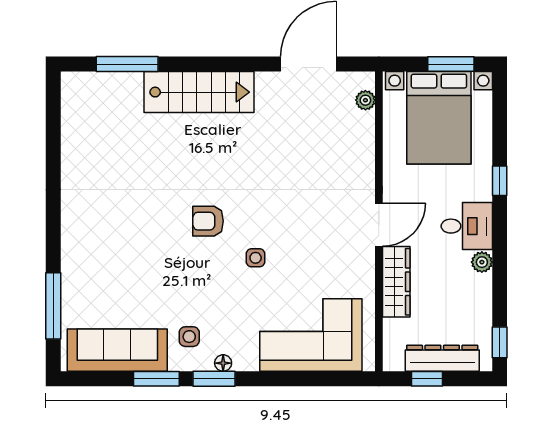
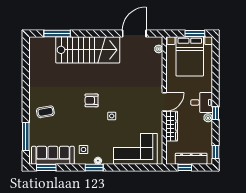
stairs: (199, 92) -> (88, 50), width x1.36, depth x1.51
window: (500, 181) -> (216, 113), moved
coffee table: (100, 248) -> (45, 112), added
window: (156, 379) -> (46, 167), moved

